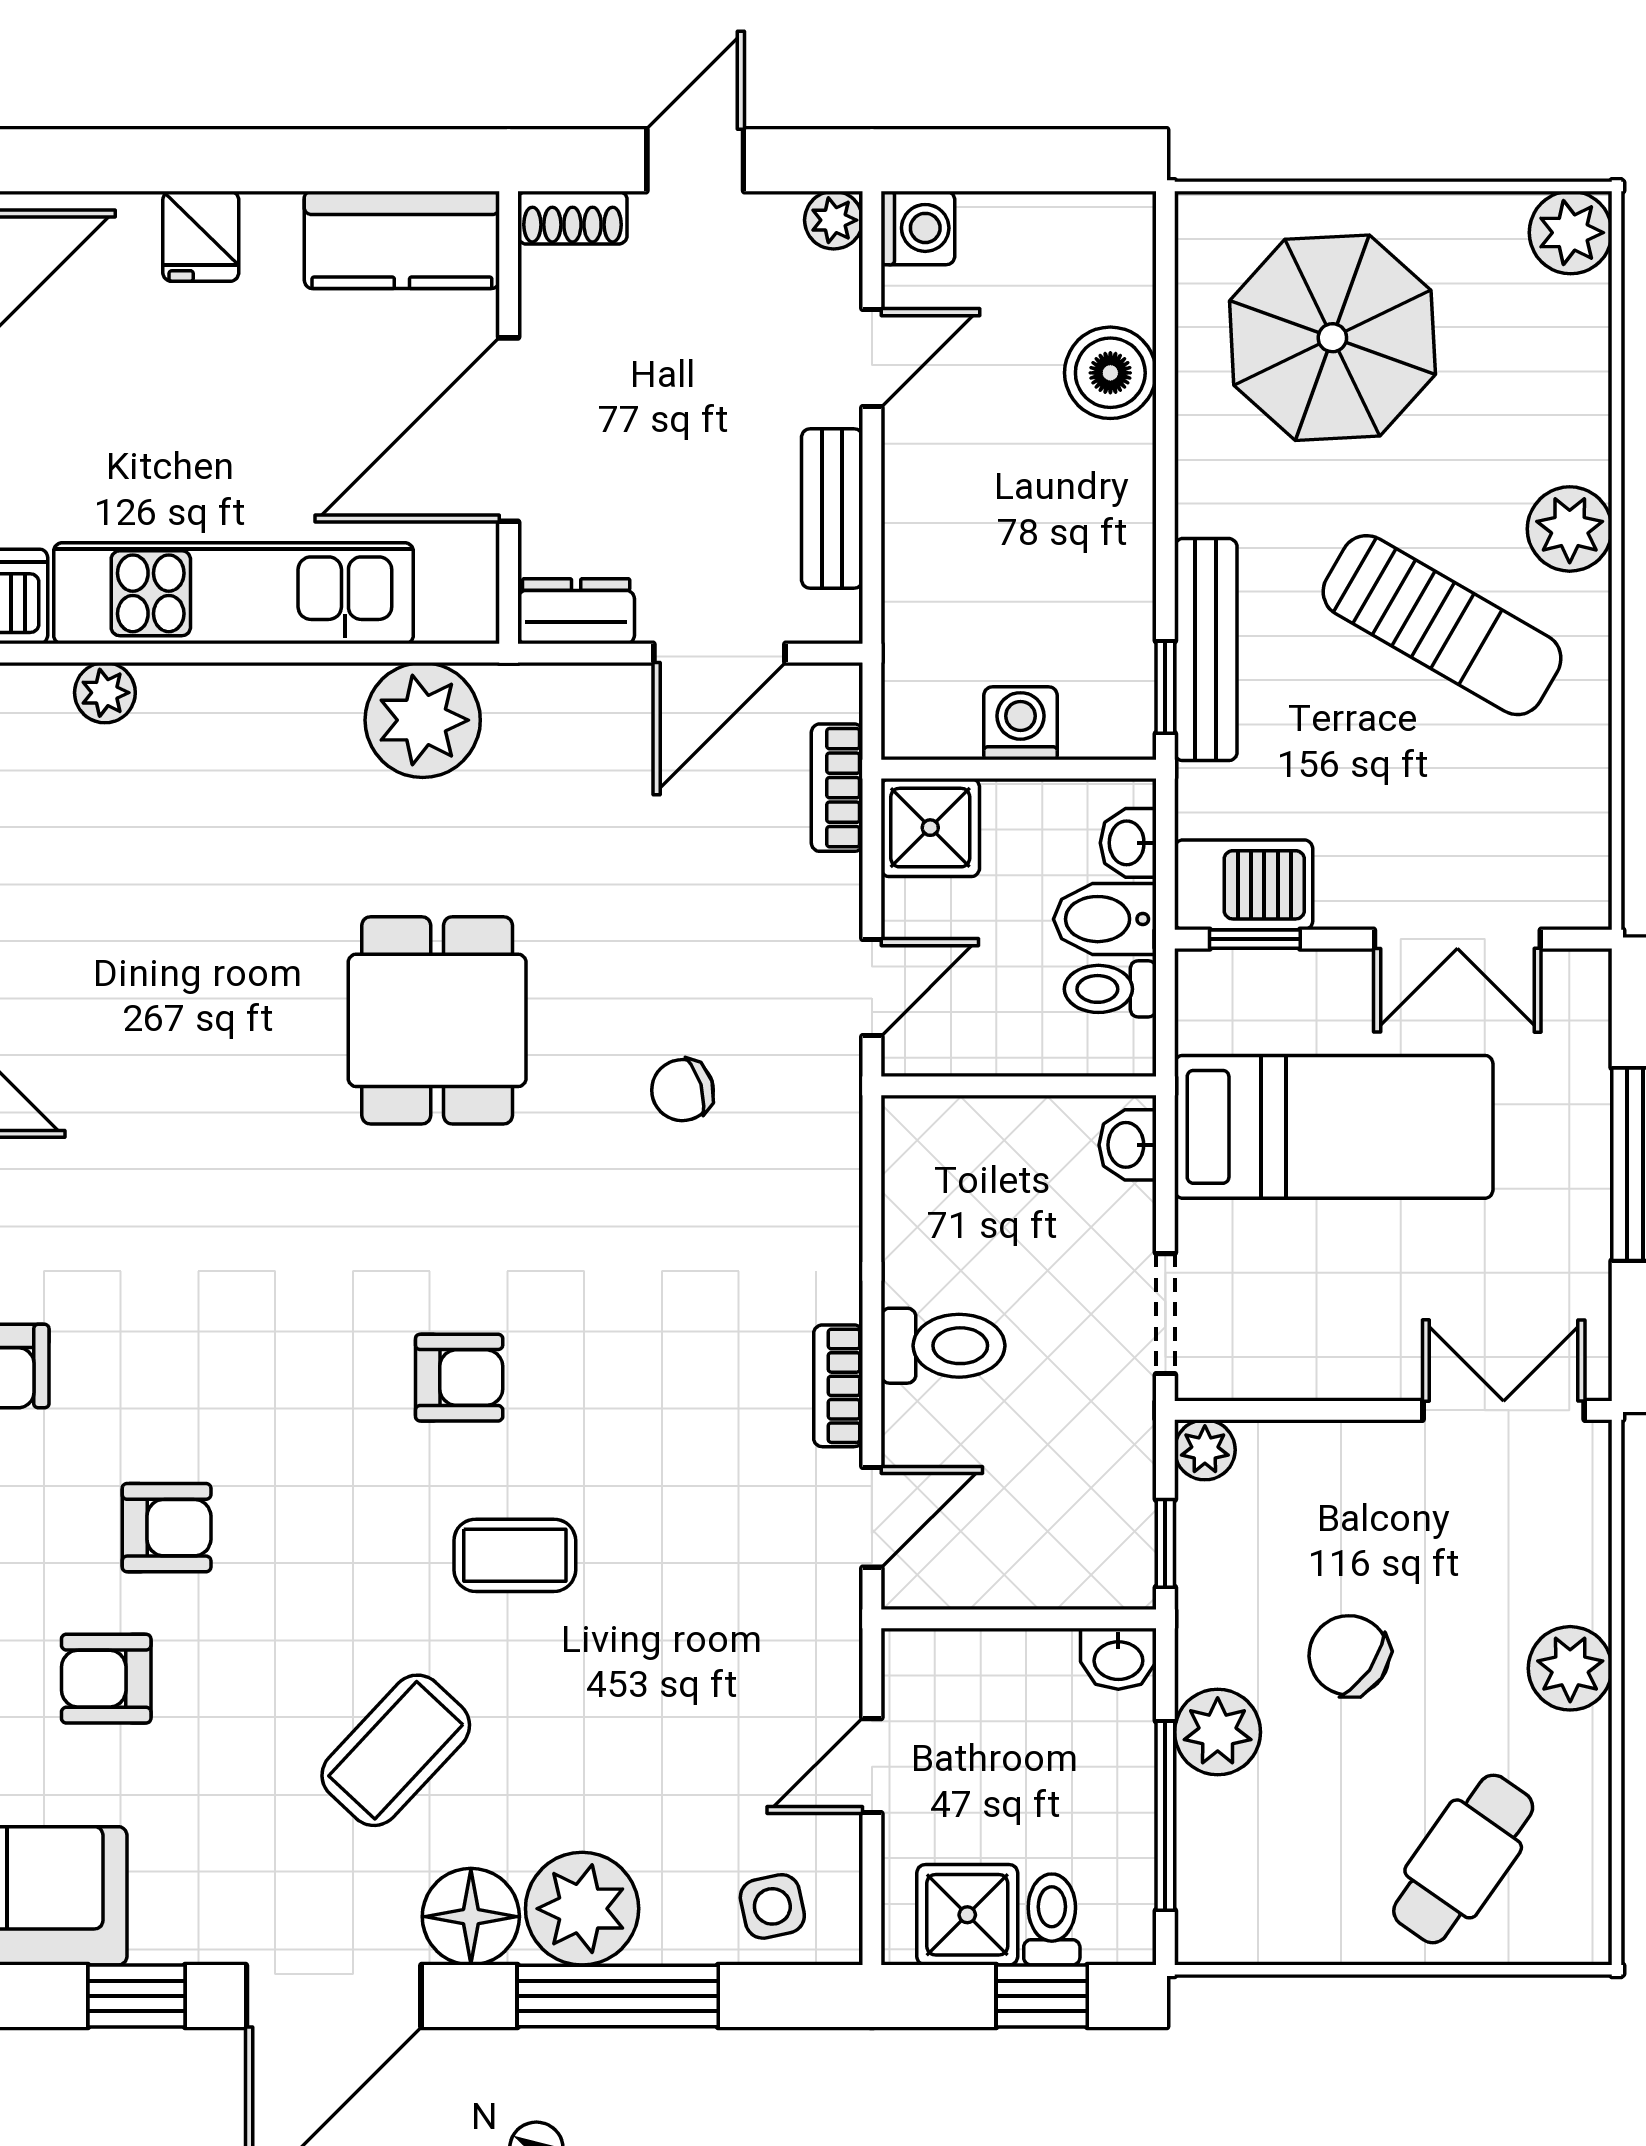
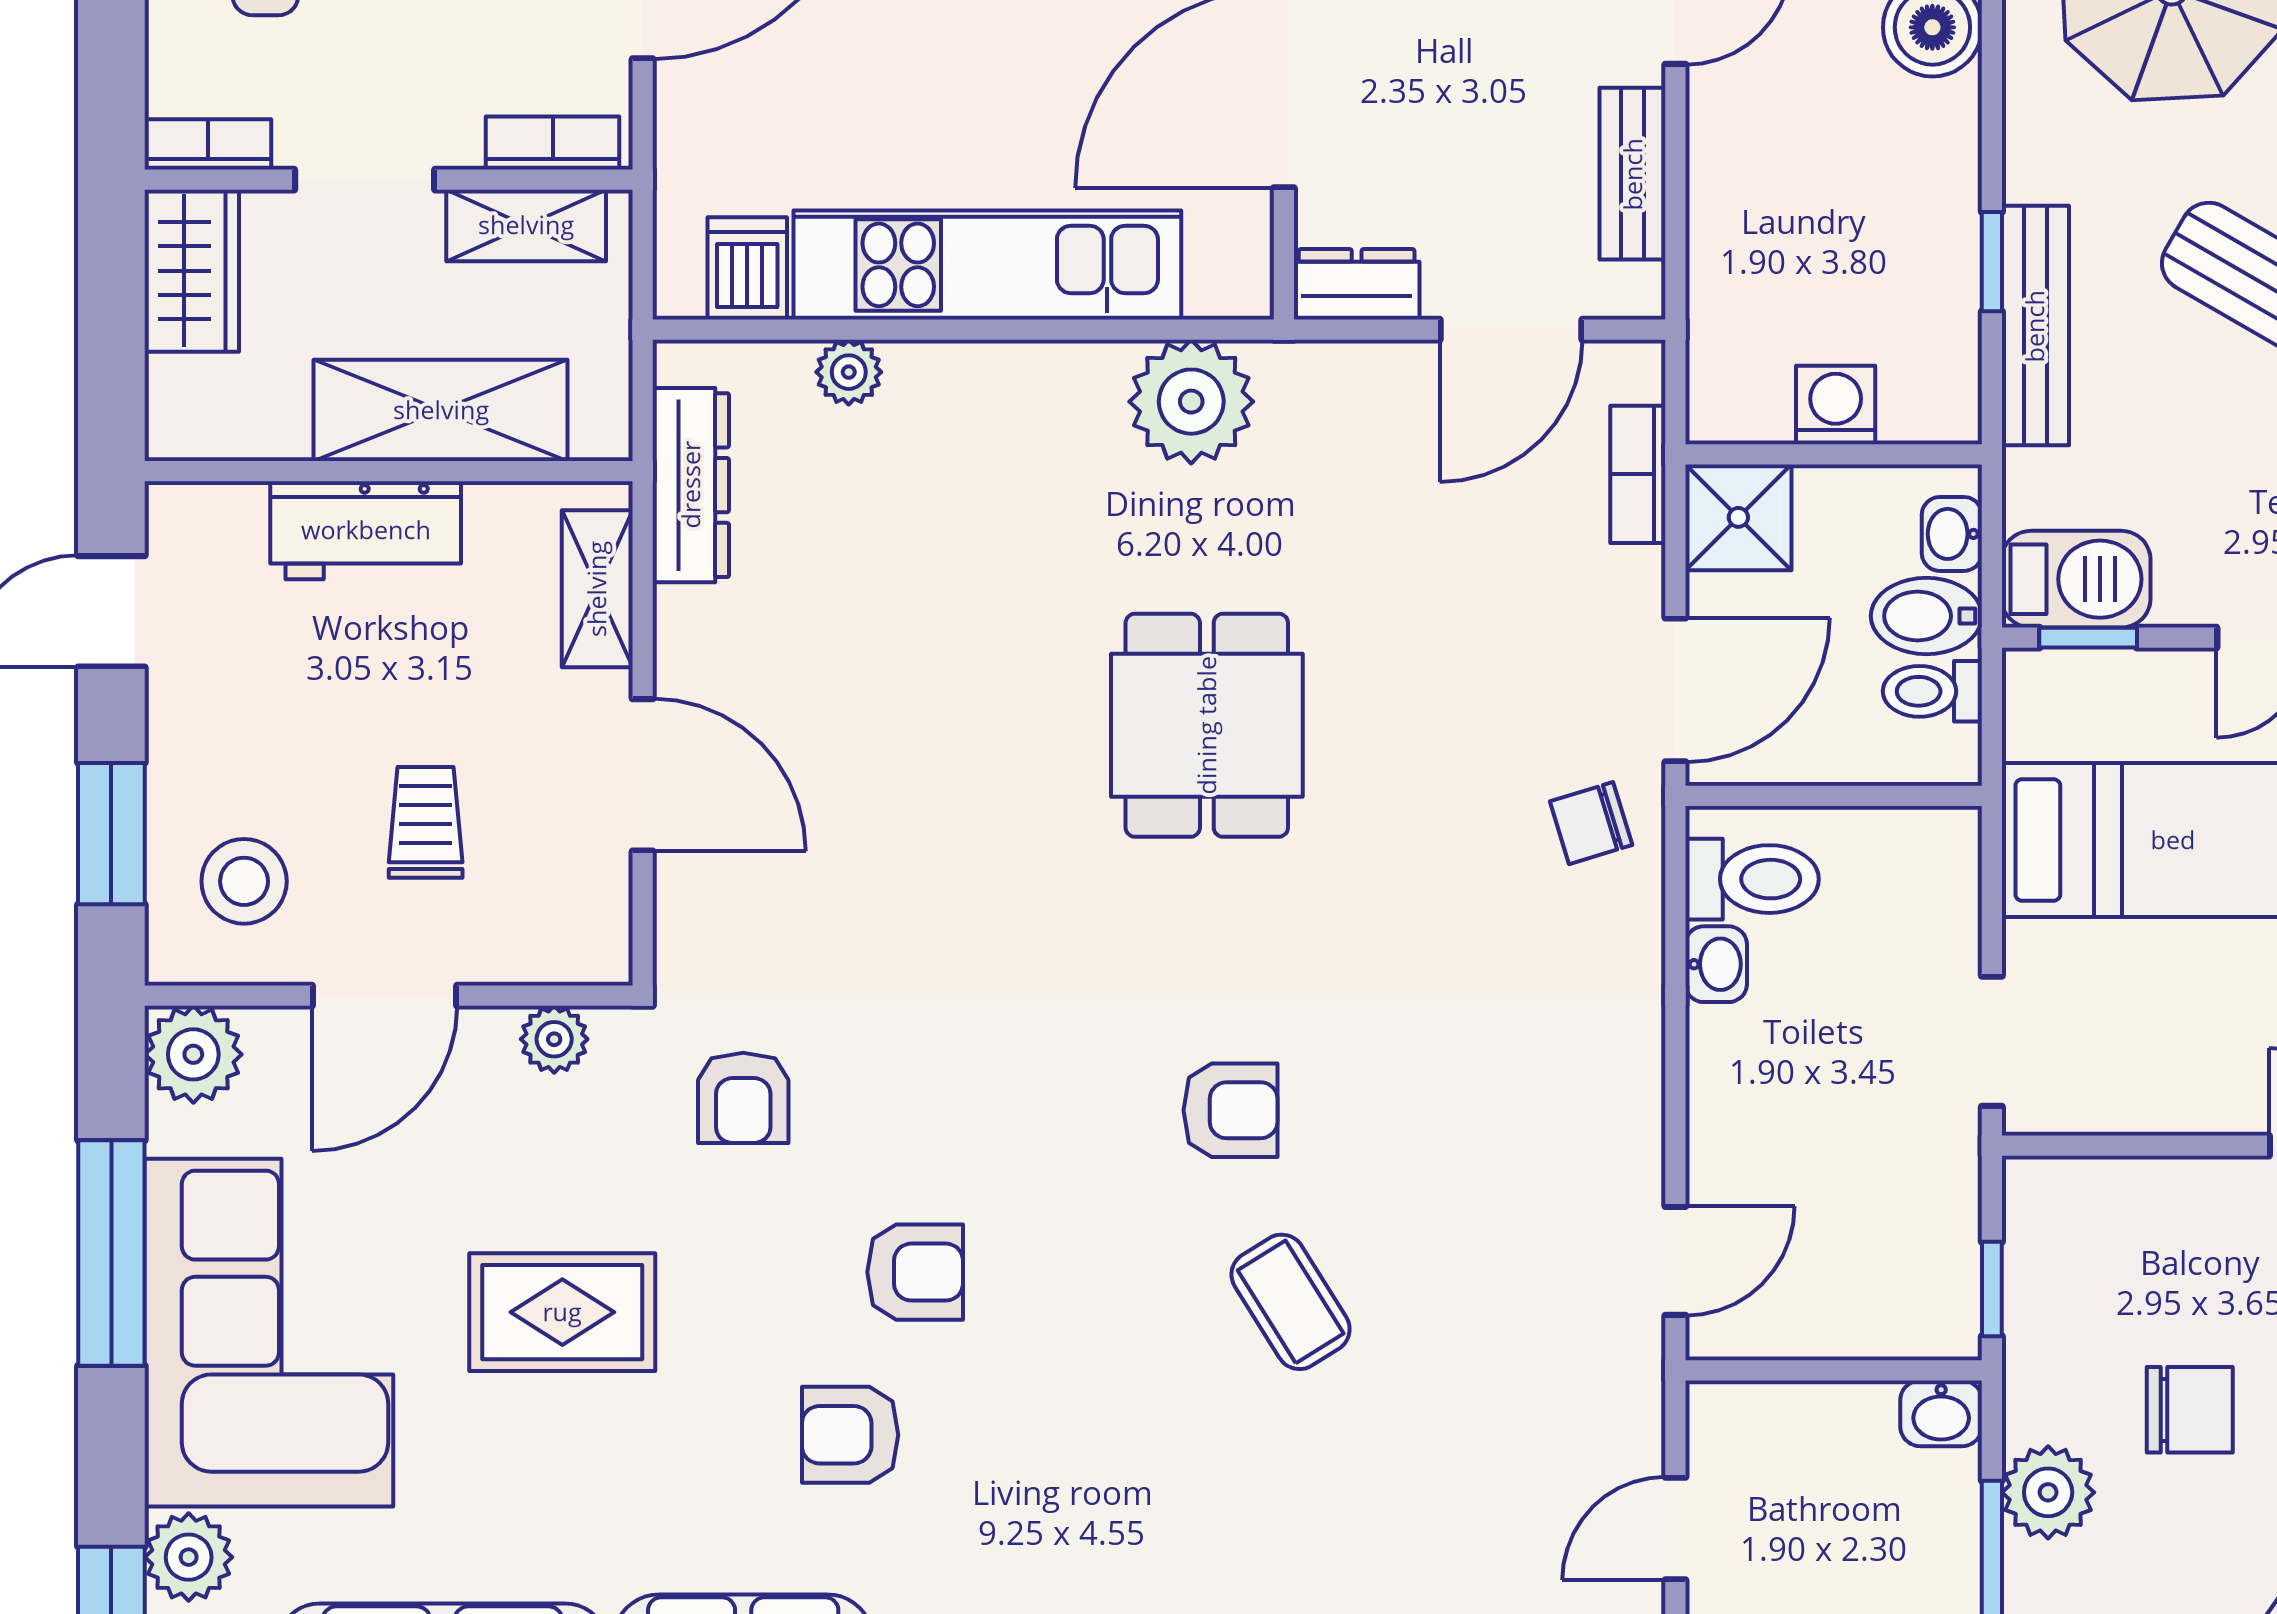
window: (1165, 687) -> (1992, 262), moved
door: (872, 988) -> (1675, 690), width x1.38
chair: (682, 1090) -> (1591, 823), moved
washbasin: (1128, 1145) -> (1716, 964), moved, turned 180
toilet: (943, 1346) -> (1752, 879), moved
bookcase: (838, 1386) -> (1639, 1119), removed
plant: (1205, 1450) -> (2034, 1188), removed
coffee table: (515, 1555) -> (1291, 1302), turned 58
chair: (1349, 1655) -> (2190, 1410), turned 145
coffee table: (396, 1750) -> (1162, 1512), removed

